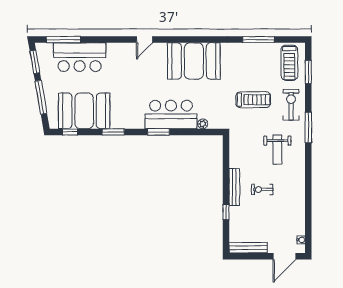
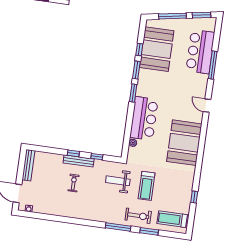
window: (64, 40) -> (213, 65), moved
window: (259, 40) -> (194, 197), width x0.46
window: (308, 72) -> (149, 231), moved
window: (70, 132) -> (139, 50), moved
window: (158, 132) -> (133, 93), moved
weight bench: (277, 149) -> (118, 181), moved
window: (226, 166) -> (97, 157), added
window: (226, 212) -> (73, 153), moved

